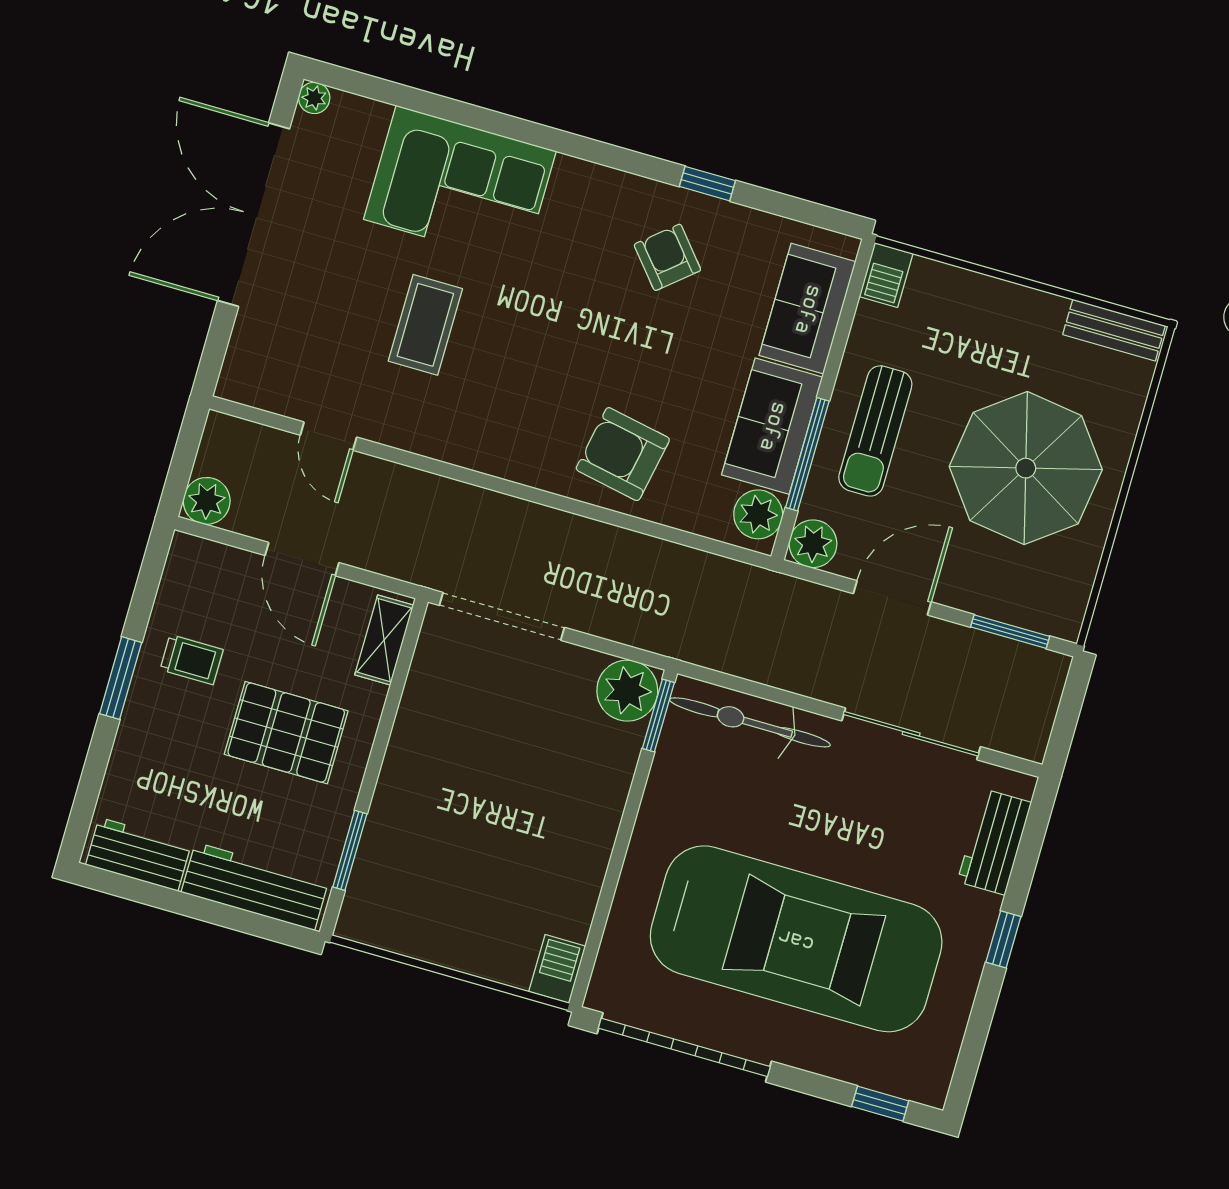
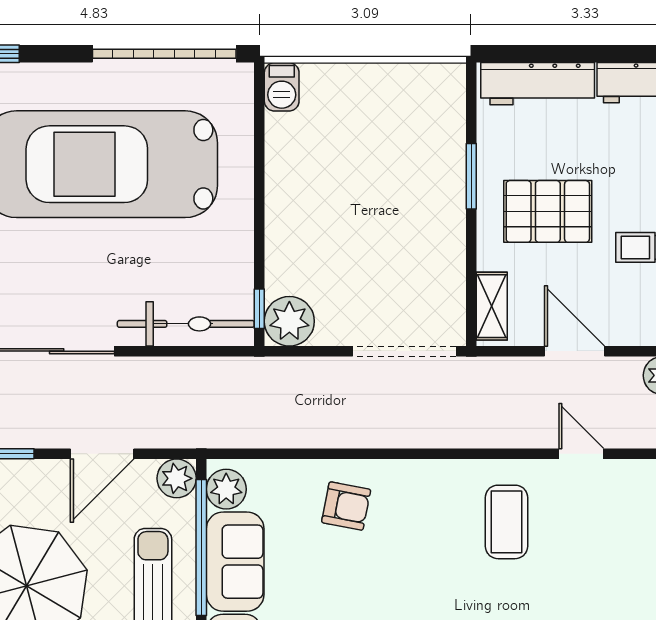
coffee table: (425, 325) -> (506, 522), moved
armchair: (623, 454) -> (346, 506), width x0.72, depth x0.72
window: (807, 454) -> (201, 547), width x1.46
window: (658, 715) -> (259, 309), width x0.67
window: (350, 850) -> (471, 176), moved

